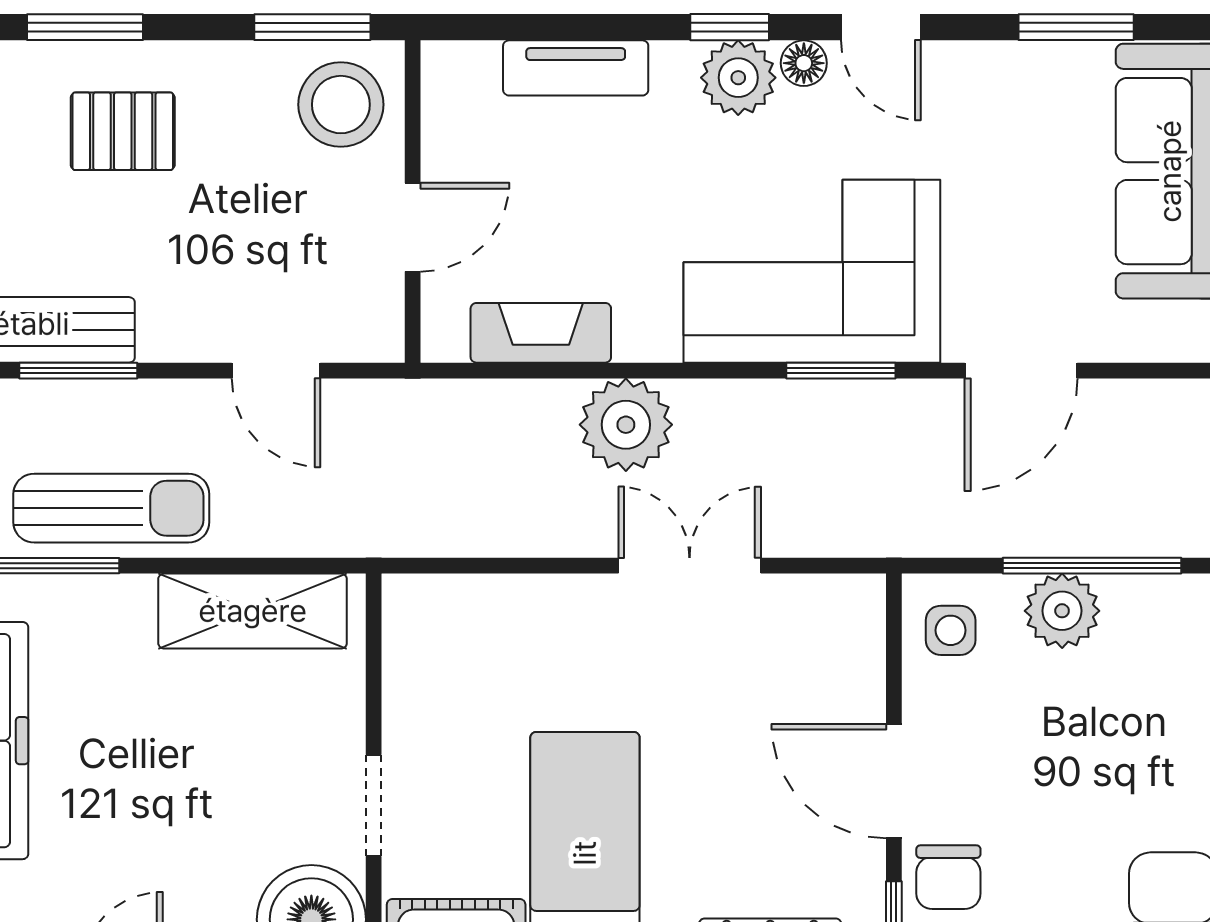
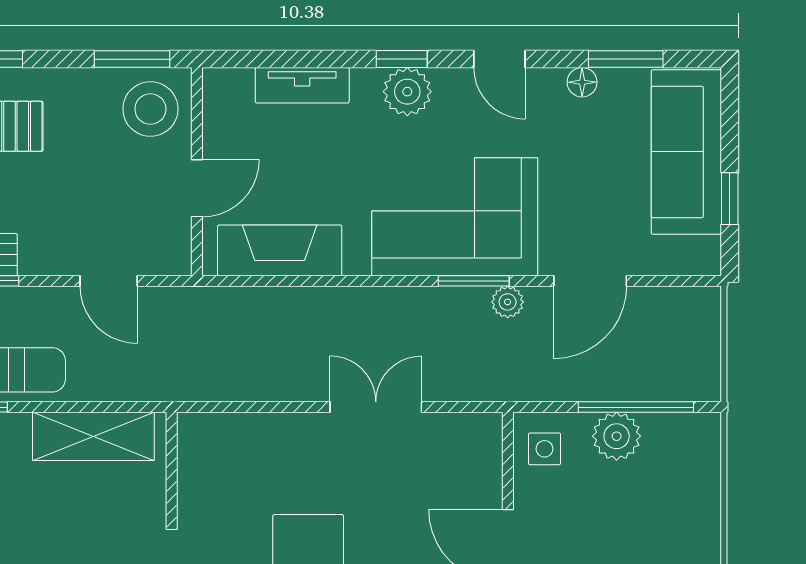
floor lamp: (804, 63) -> (582, 82), moved
fireplace: (541, 333) -> (280, 250), width x1.37, depth x1.32
plant: (626, 425) -> (508, 302), moved, width x0.53, depth x0.53

